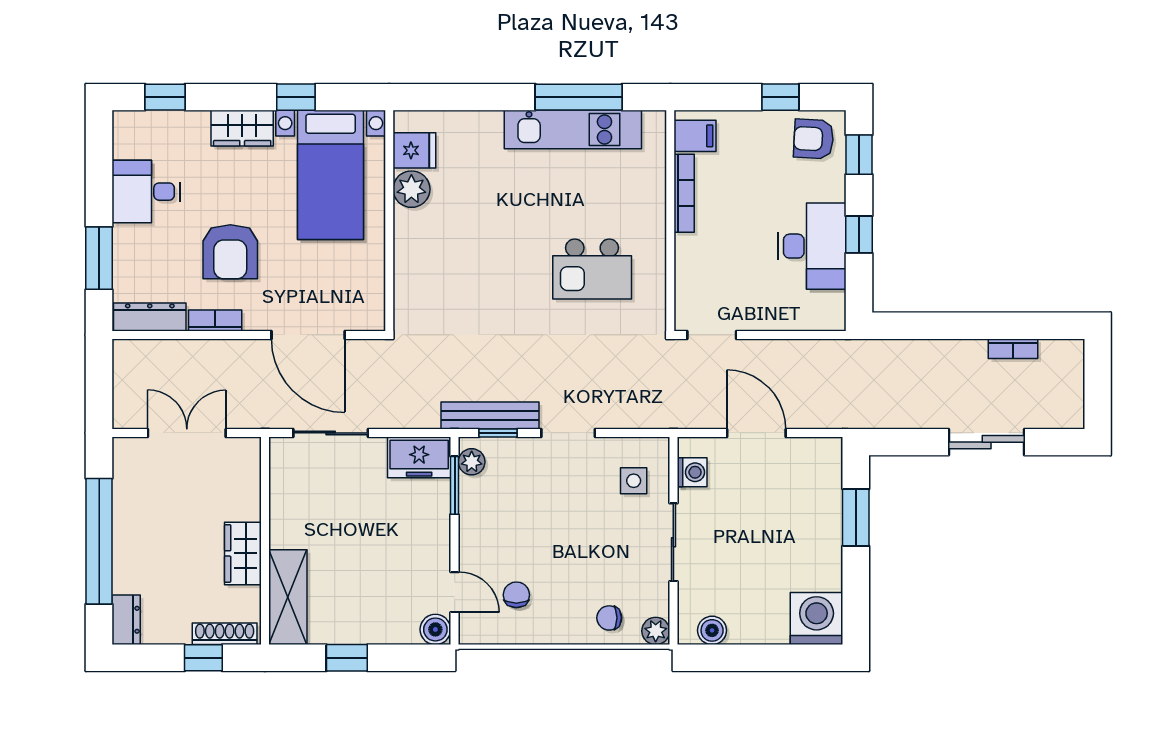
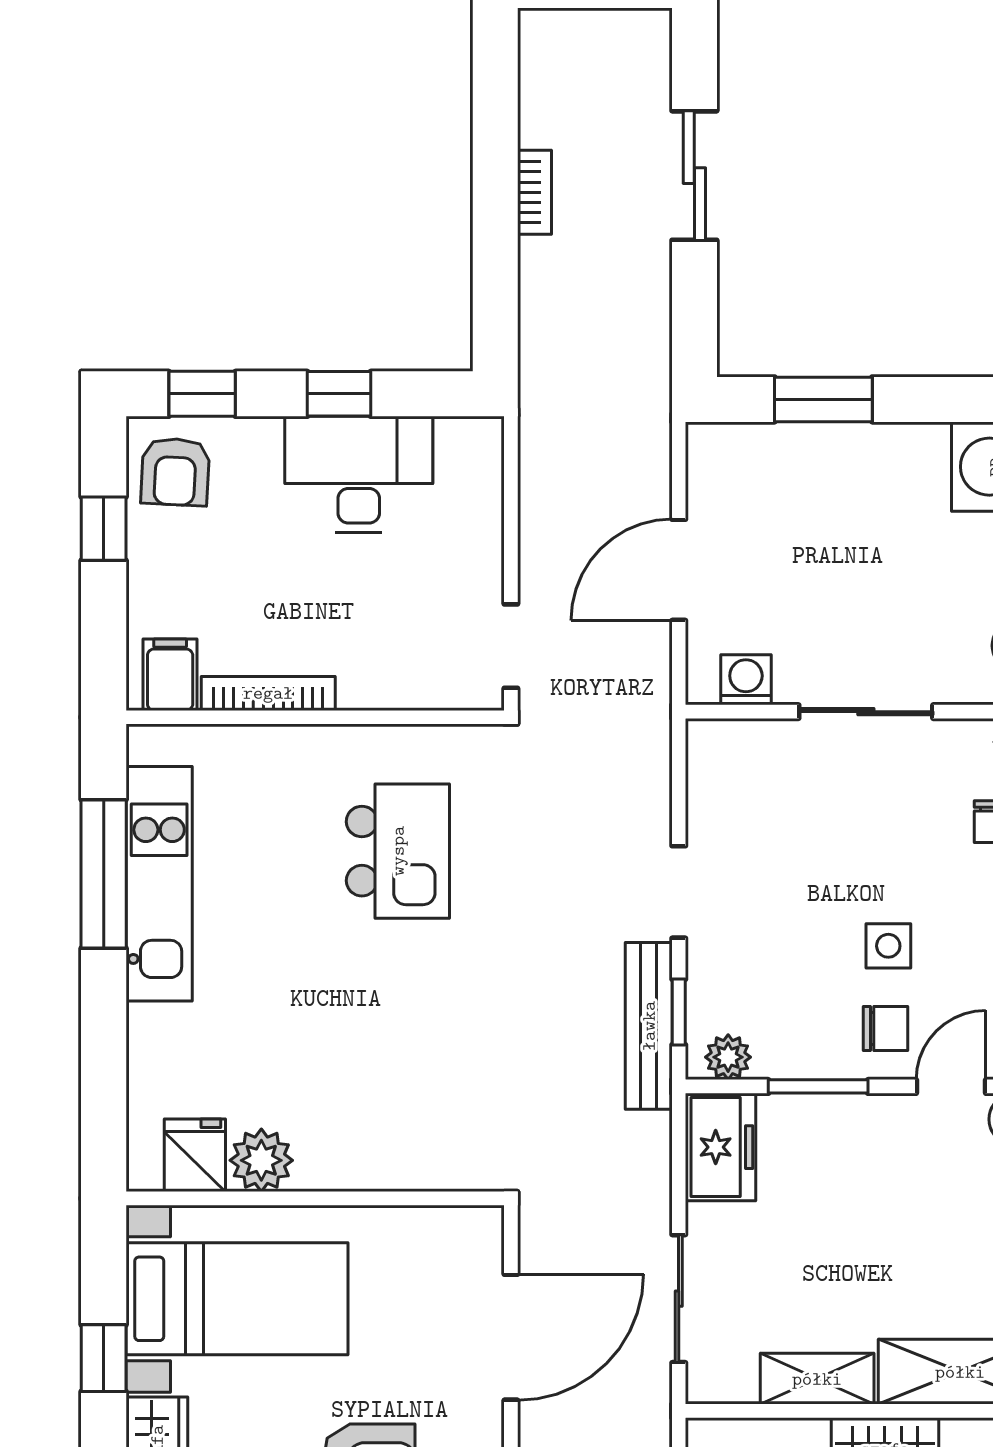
bookcase: (1013, 349) -> (534, 192), moved
side table: (634, 481) -> (888, 946), moved
window: (455, 485) -> (818, 1086), moved
shelving: (284, 514) -> (817, 1379), added
chair: (516, 595) -> (885, 1028), moved, turned 180

